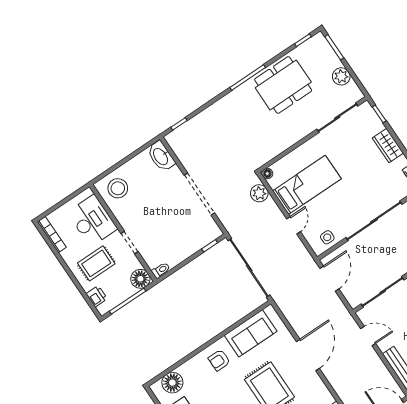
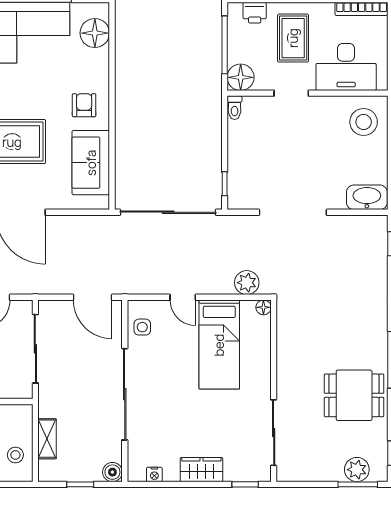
plant: (341, 76) -> (357, 470), moved
dining table: (283, 85) -> (354, 395), width x0.73

